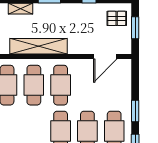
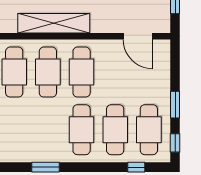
door: (105, 57) -> (138, 36), hinge flipped

